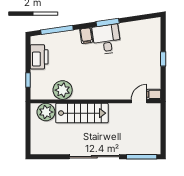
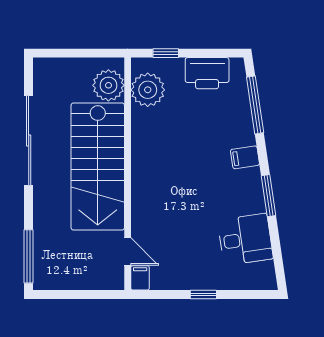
desk: (107, 39) -> (245, 239), moved
plant: (63, 90) -> (148, 90), moved
stairs: (82, 113) -> (98, 166), width x1.36, depth x1.51
sliding door: (94, 157) -> (29, 141), moved

